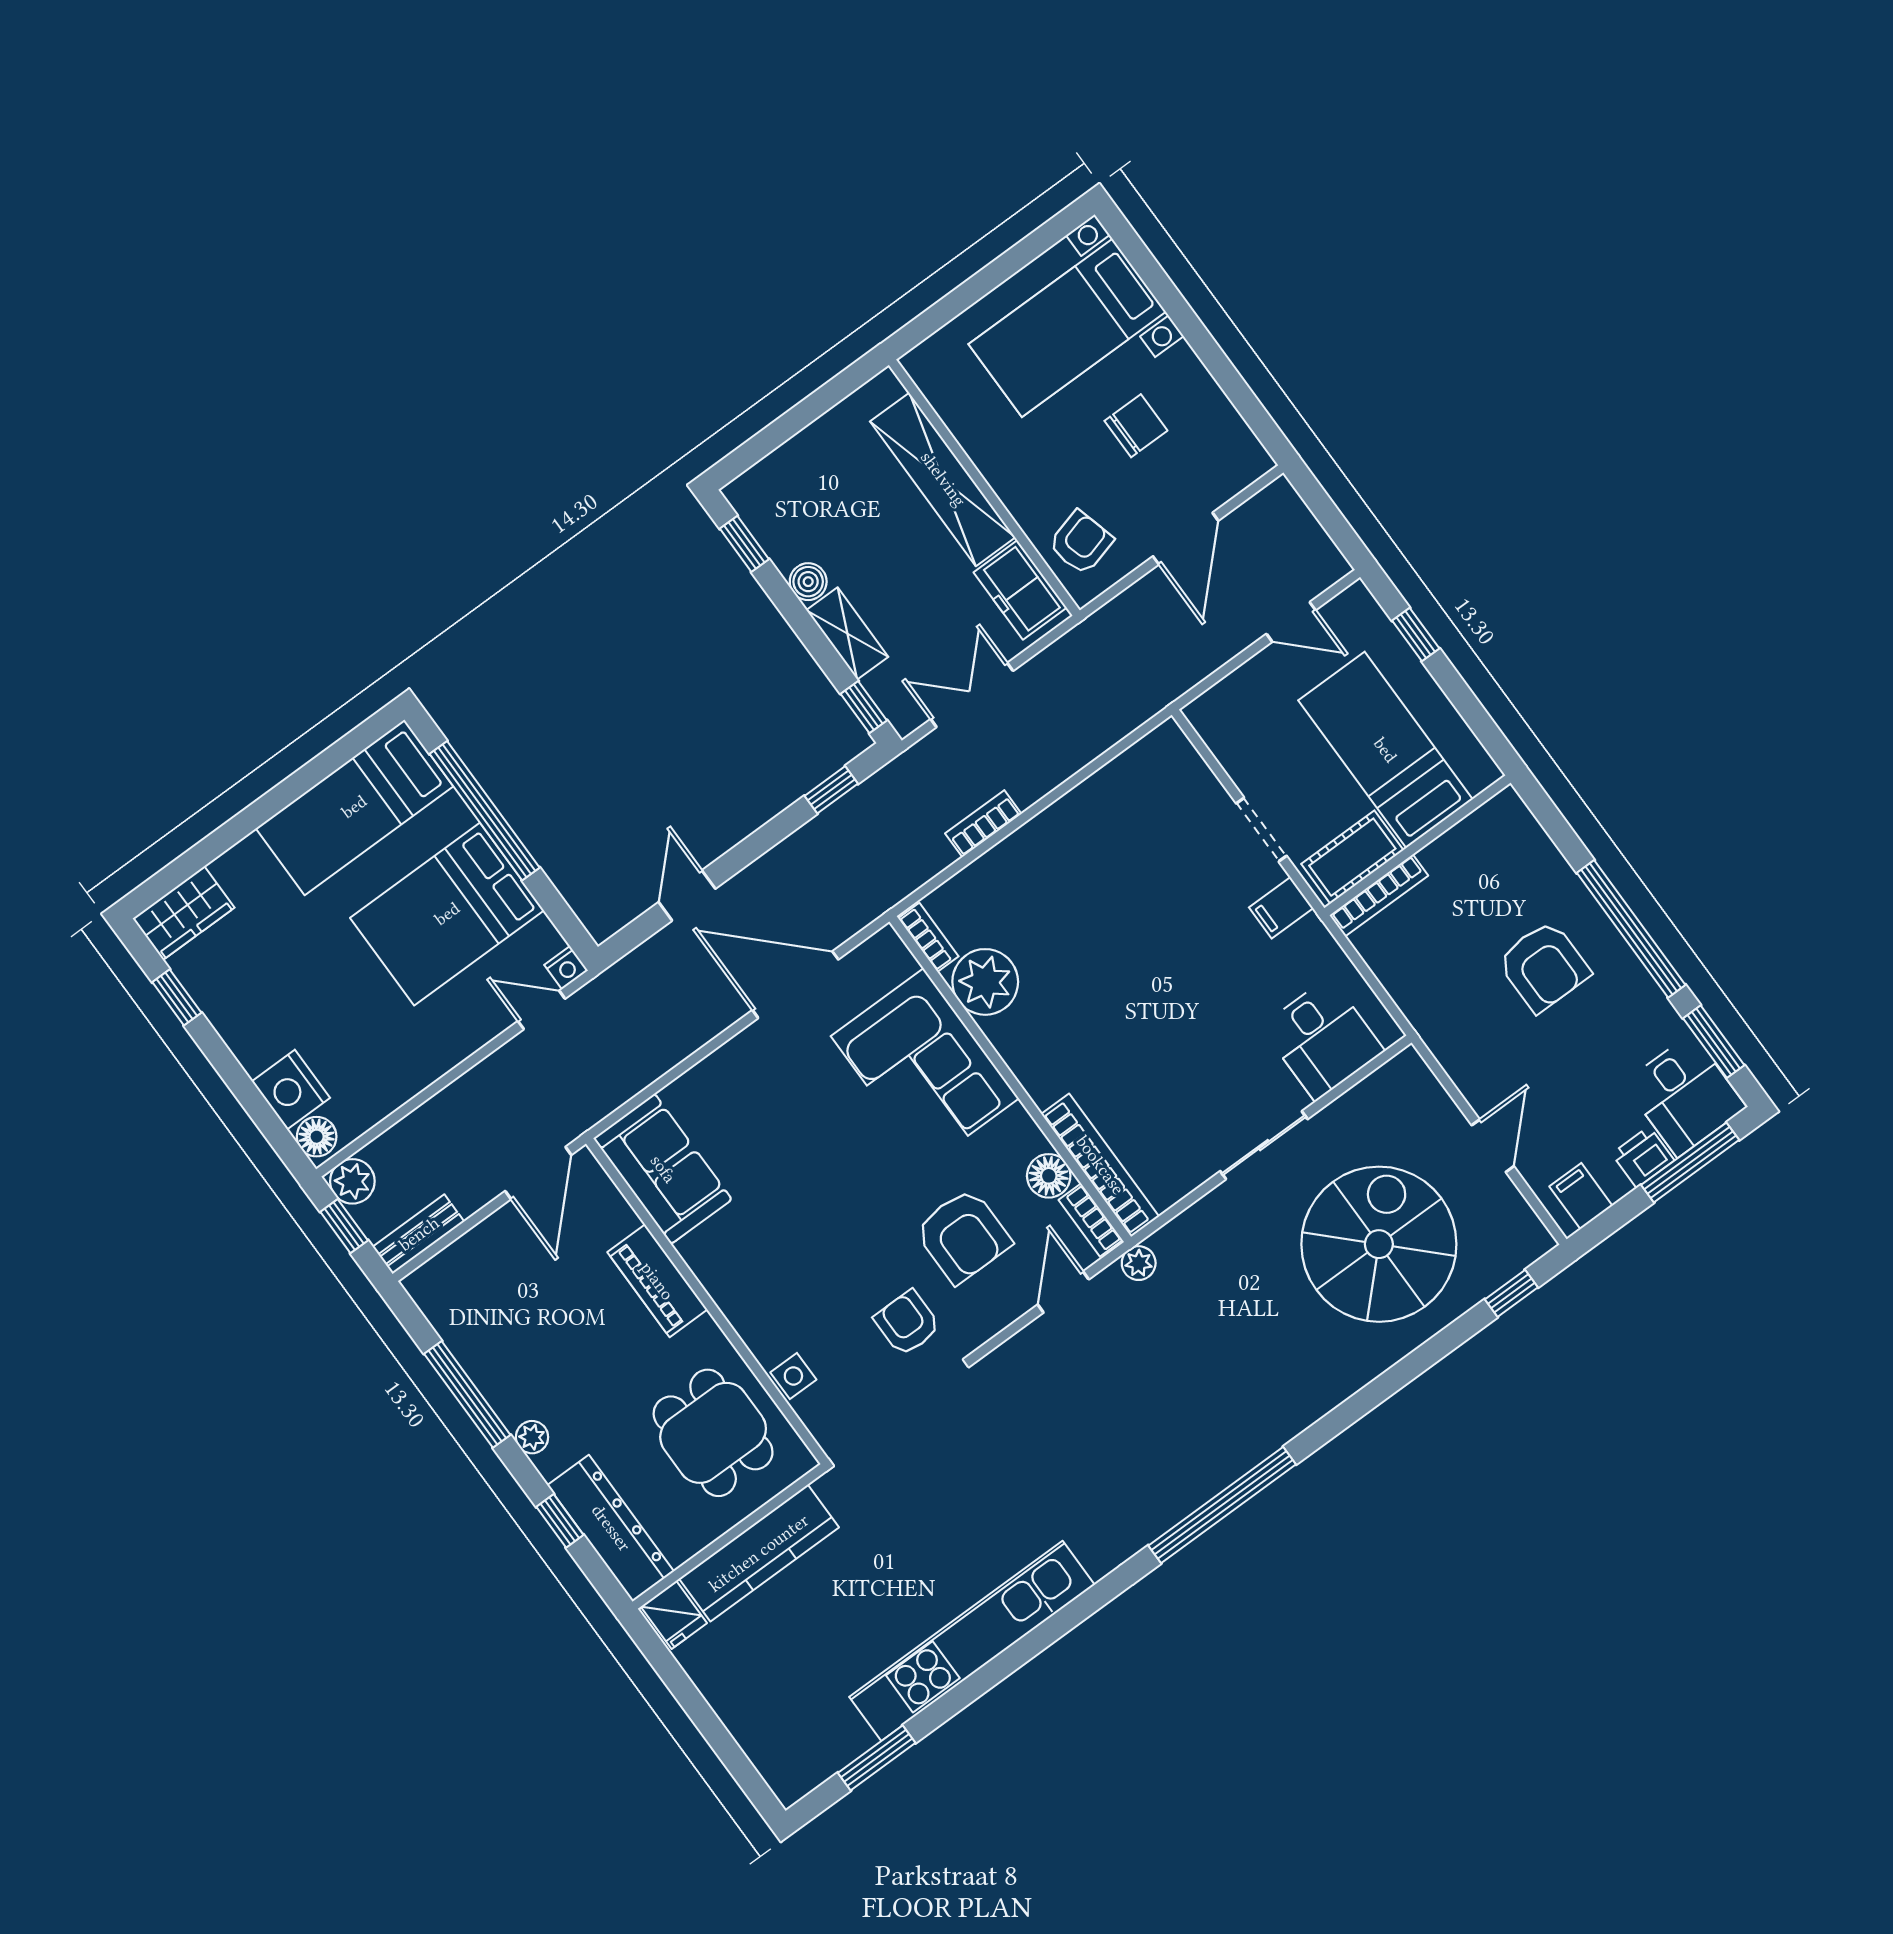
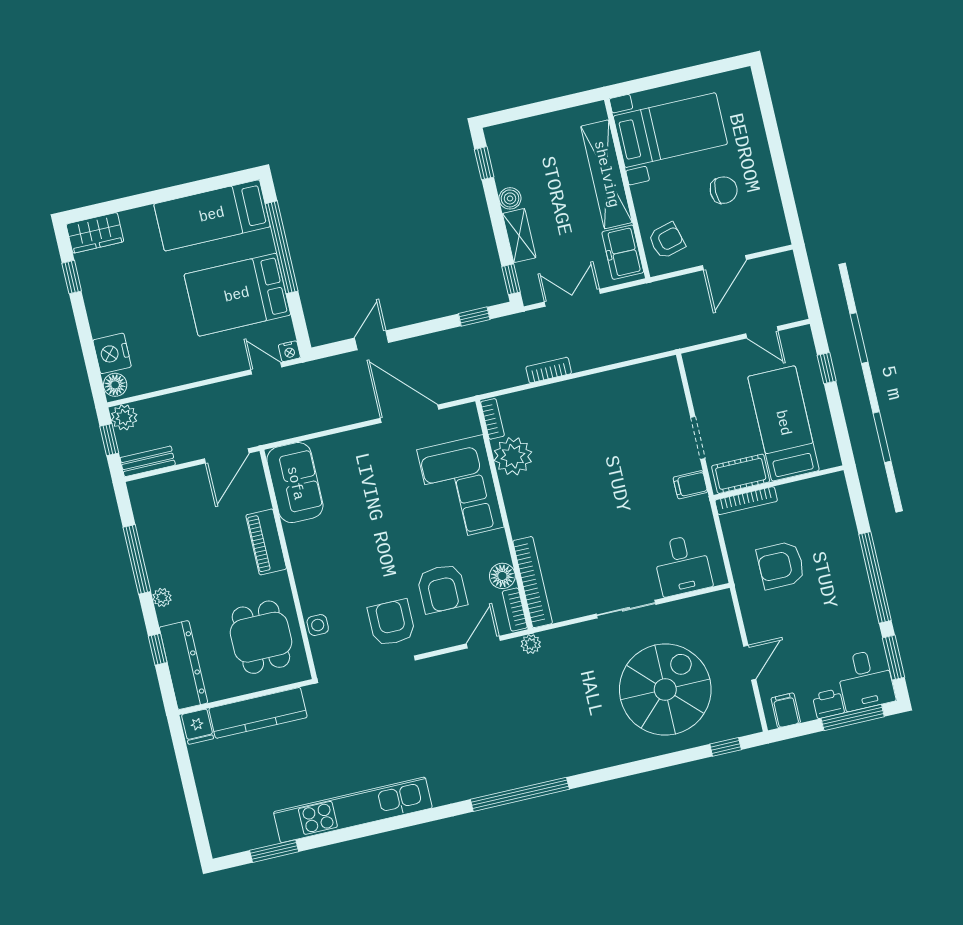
bed with nightstands: (1067, 328) -> (670, 130), moved, turned 180
armchair: (1544, 966) -> (781, 565), moved, turned 90
armchair: (907, 1323) -> (392, 623), width x1.38, depth x1.38

